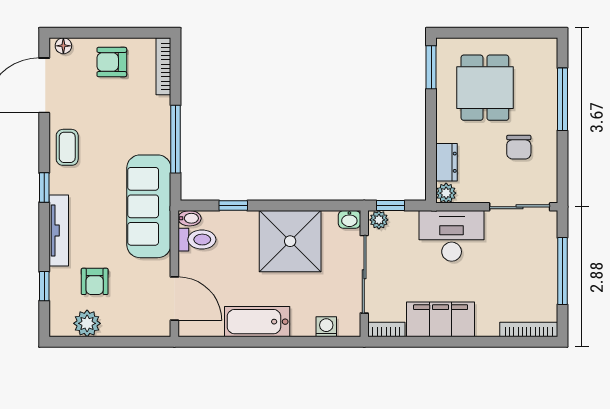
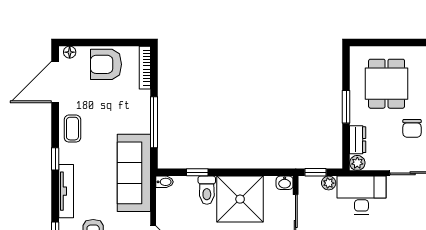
armchair: (112, 62) -> (106, 64), width x1.38, depth x1.38
window: (431, 67) -> (346, 107), moved
plant: (379, 220) -> (329, 183), moved
toilet: (197, 240) -> (207, 190), moved, turned 90

